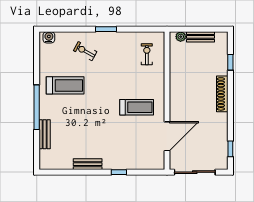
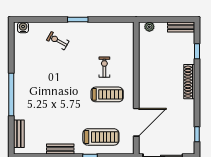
bench: (201, 37) -> (181, 27), moved
exercise bike: (147, 54) -> (104, 67), moved
treadmill: (65, 85) -> (101, 137), moved
bench: (45, 134) -> (19, 134), moved

